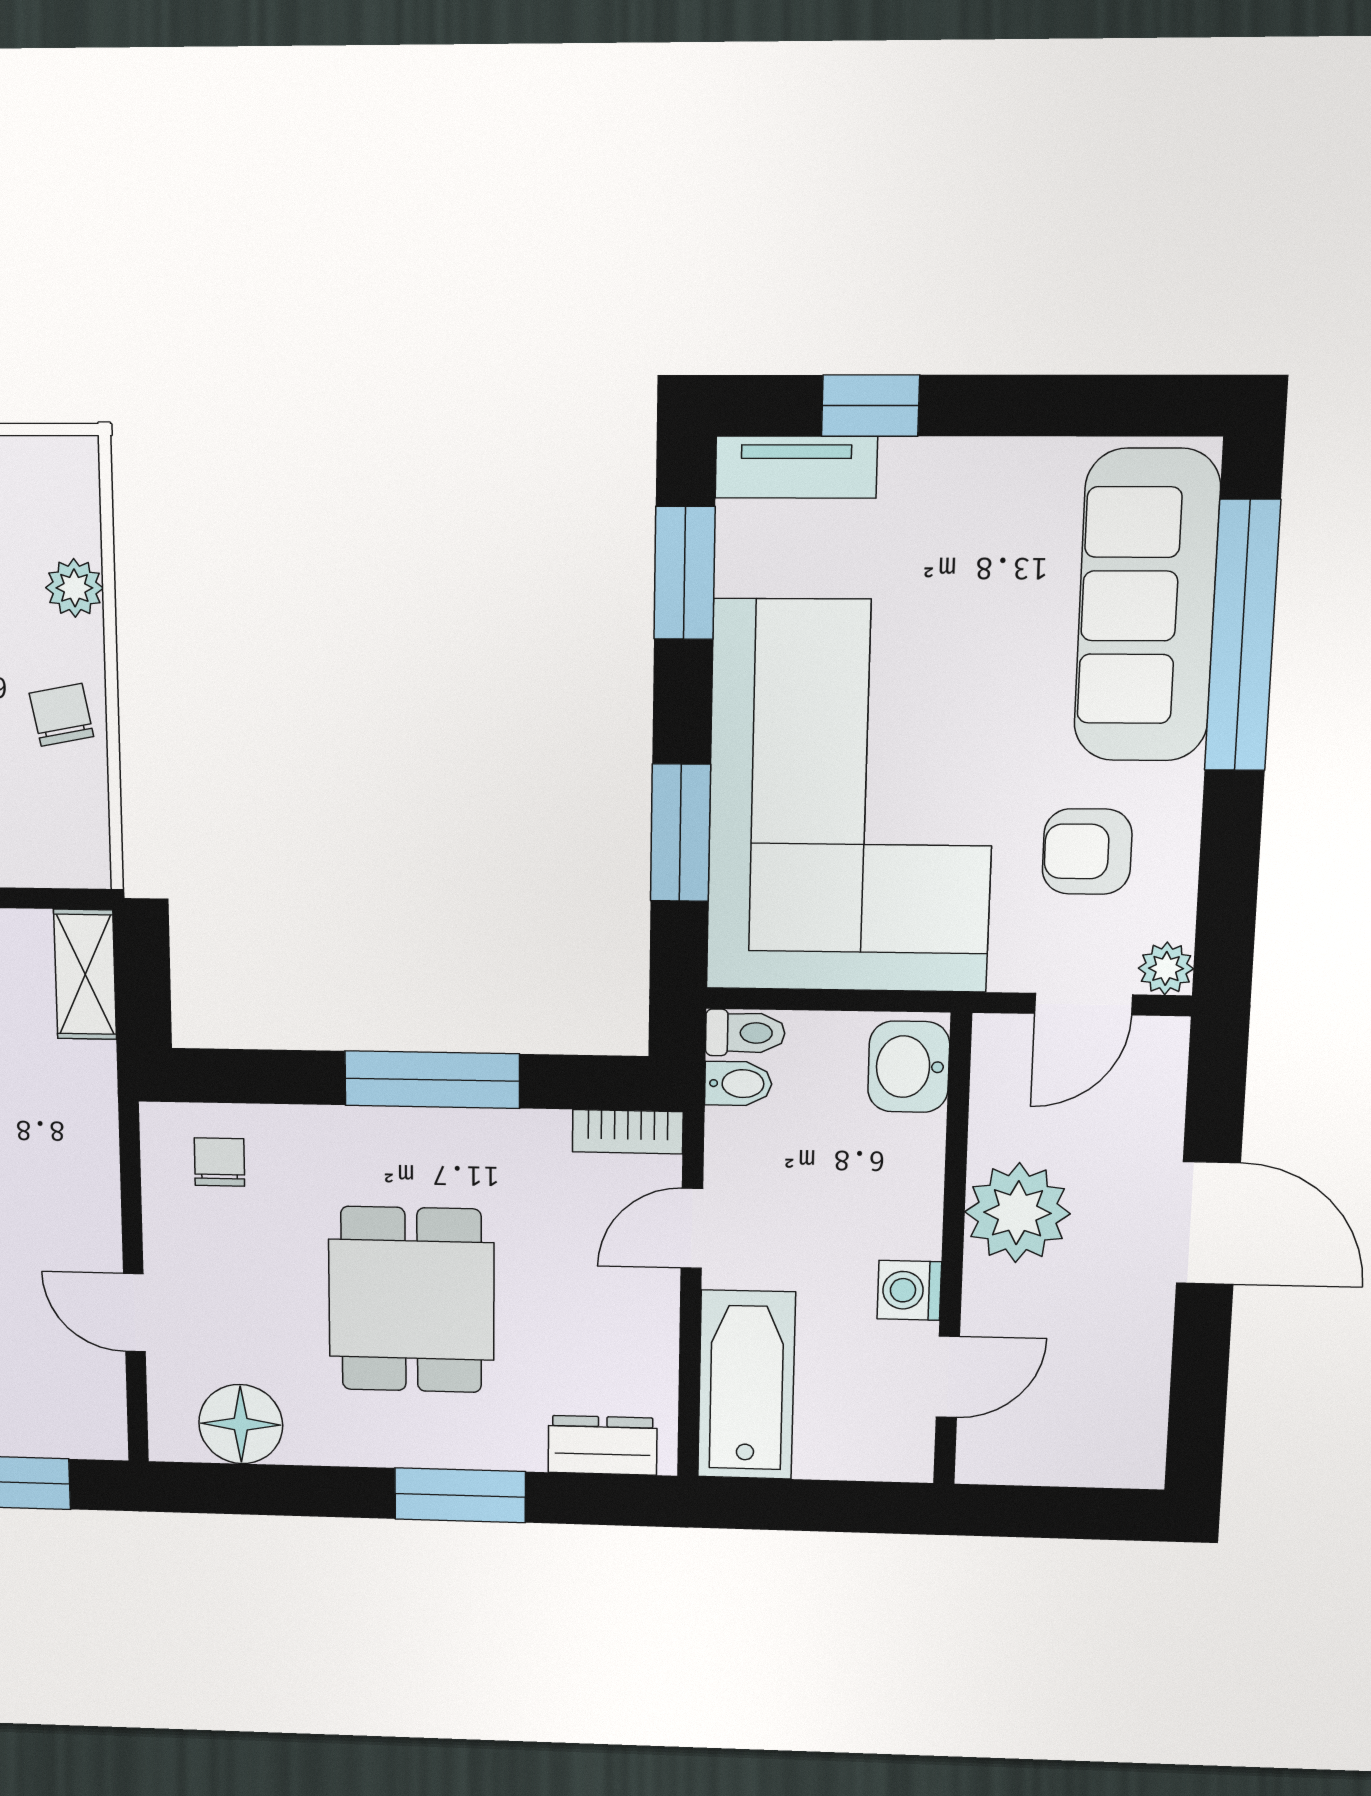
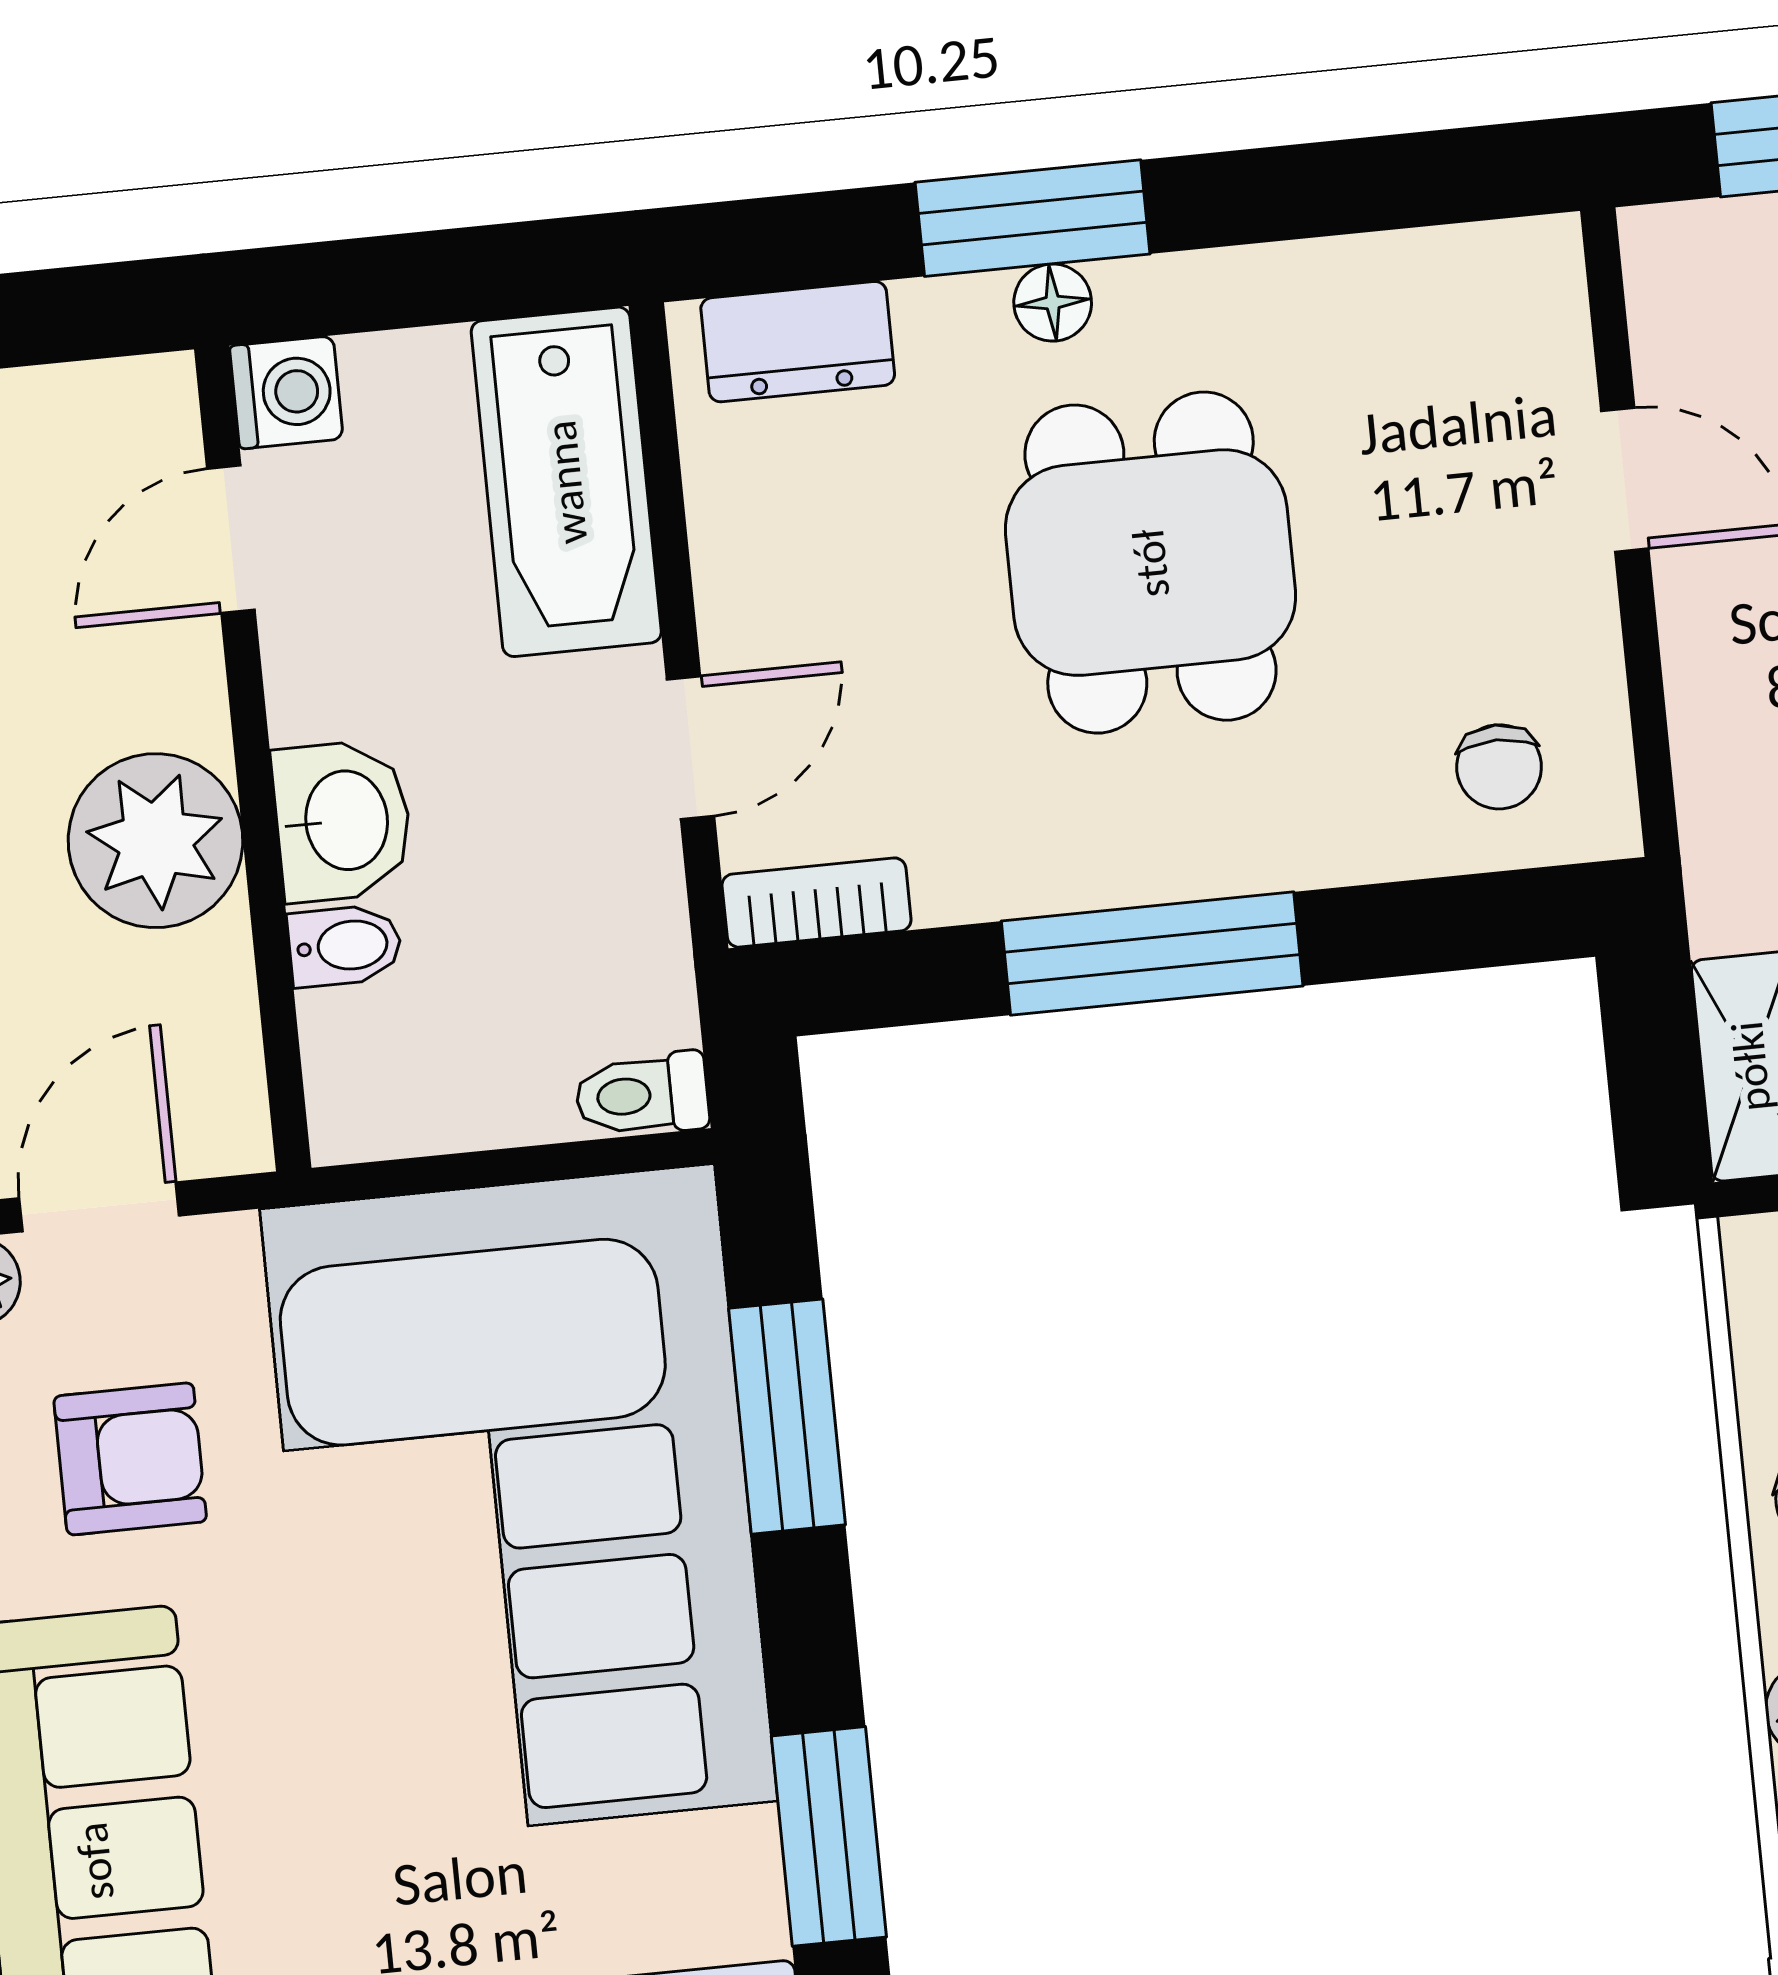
washbasin: (909, 1067) -> (343, 821), moved
bidet: (738, 1084) -> (345, 946), moved, turned 180
washing machine: (909, 1290) -> (286, 392), moved
floor lamp: (241, 1424) -> (1053, 303), moved, width x0.53, depth x0.53

